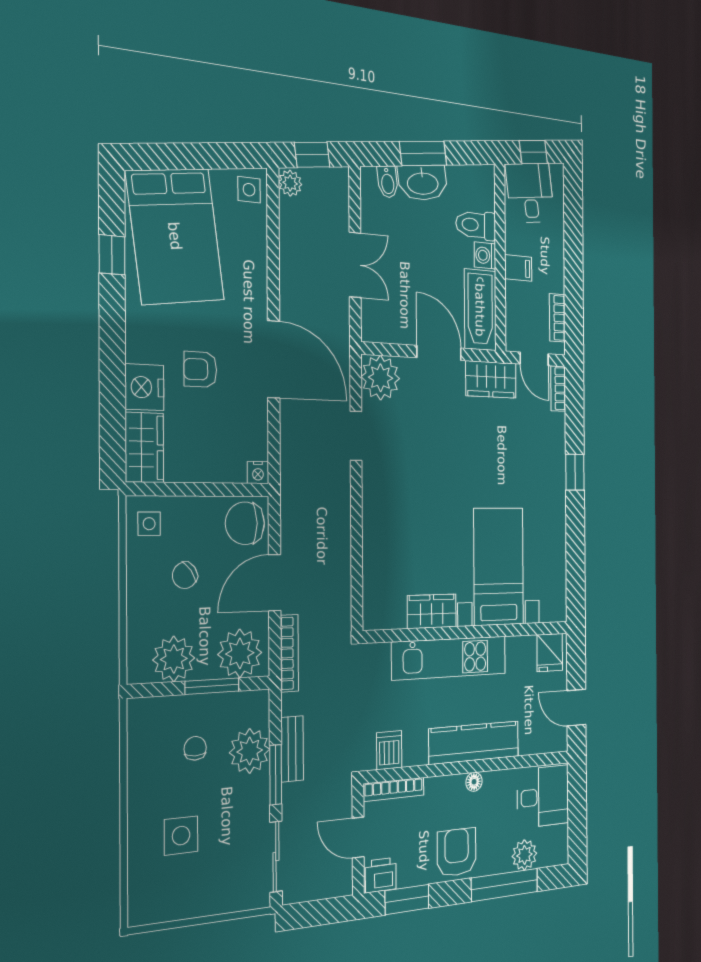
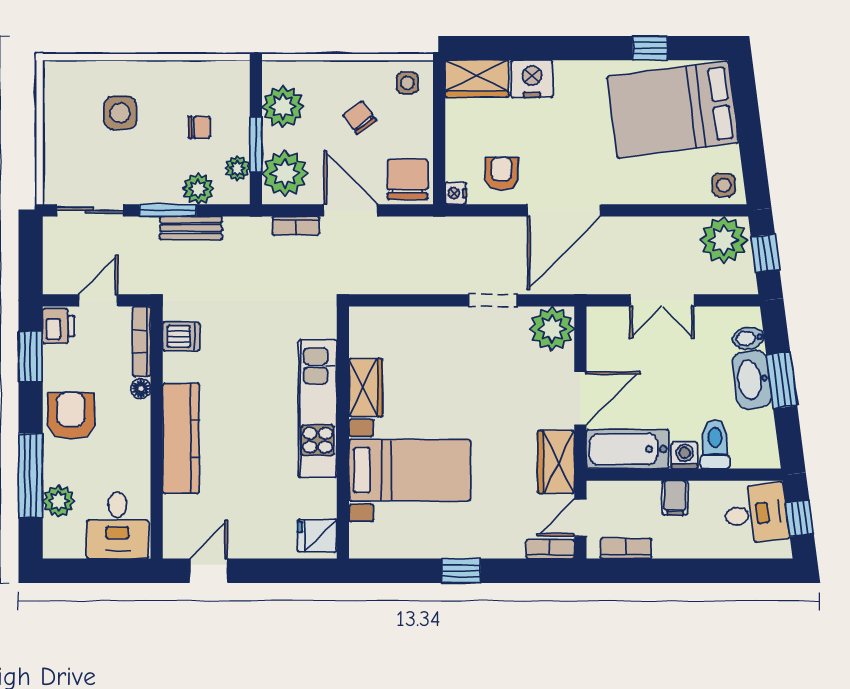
plant: (290, 183) -> (724, 240), width x1.87, depth x1.87
armchair: (200, 369) -> (502, 174), moved
bed with nightstands: (499, 566) -> (410, 470), moved
wardrobe: (432, 611) -> (366, 388), moved
wall: (469, 632) -> (343, 433), moved
bookcase: (289, 653) -> (296, 226), width x0.64
fridge: (550, 653) -> (317, 536), moved
kitchen unit: (449, 658) -> (318, 409), moved
plant: (235, 704) -> (237, 168), added
plant: (250, 751) -> (198, 189), width x0.73, depth x0.73
floor lamp: (474, 782) -> (141, 389), moved
armchair: (457, 852) -> (71, 416), turned -90

